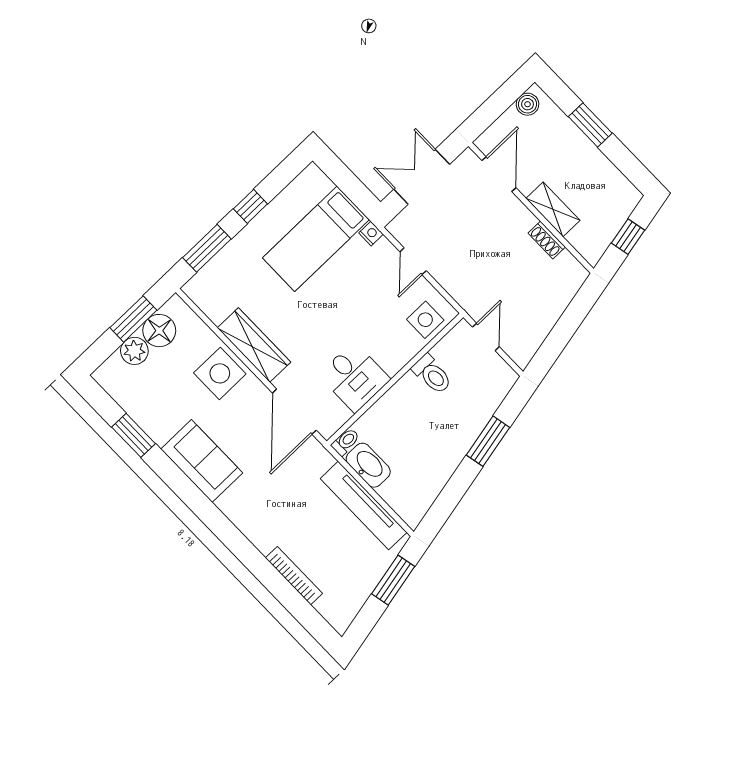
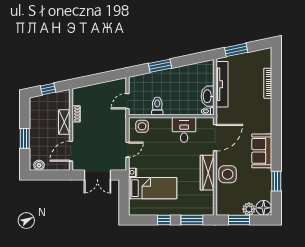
floor lamp: (159, 331) -> (264, 208), moved

